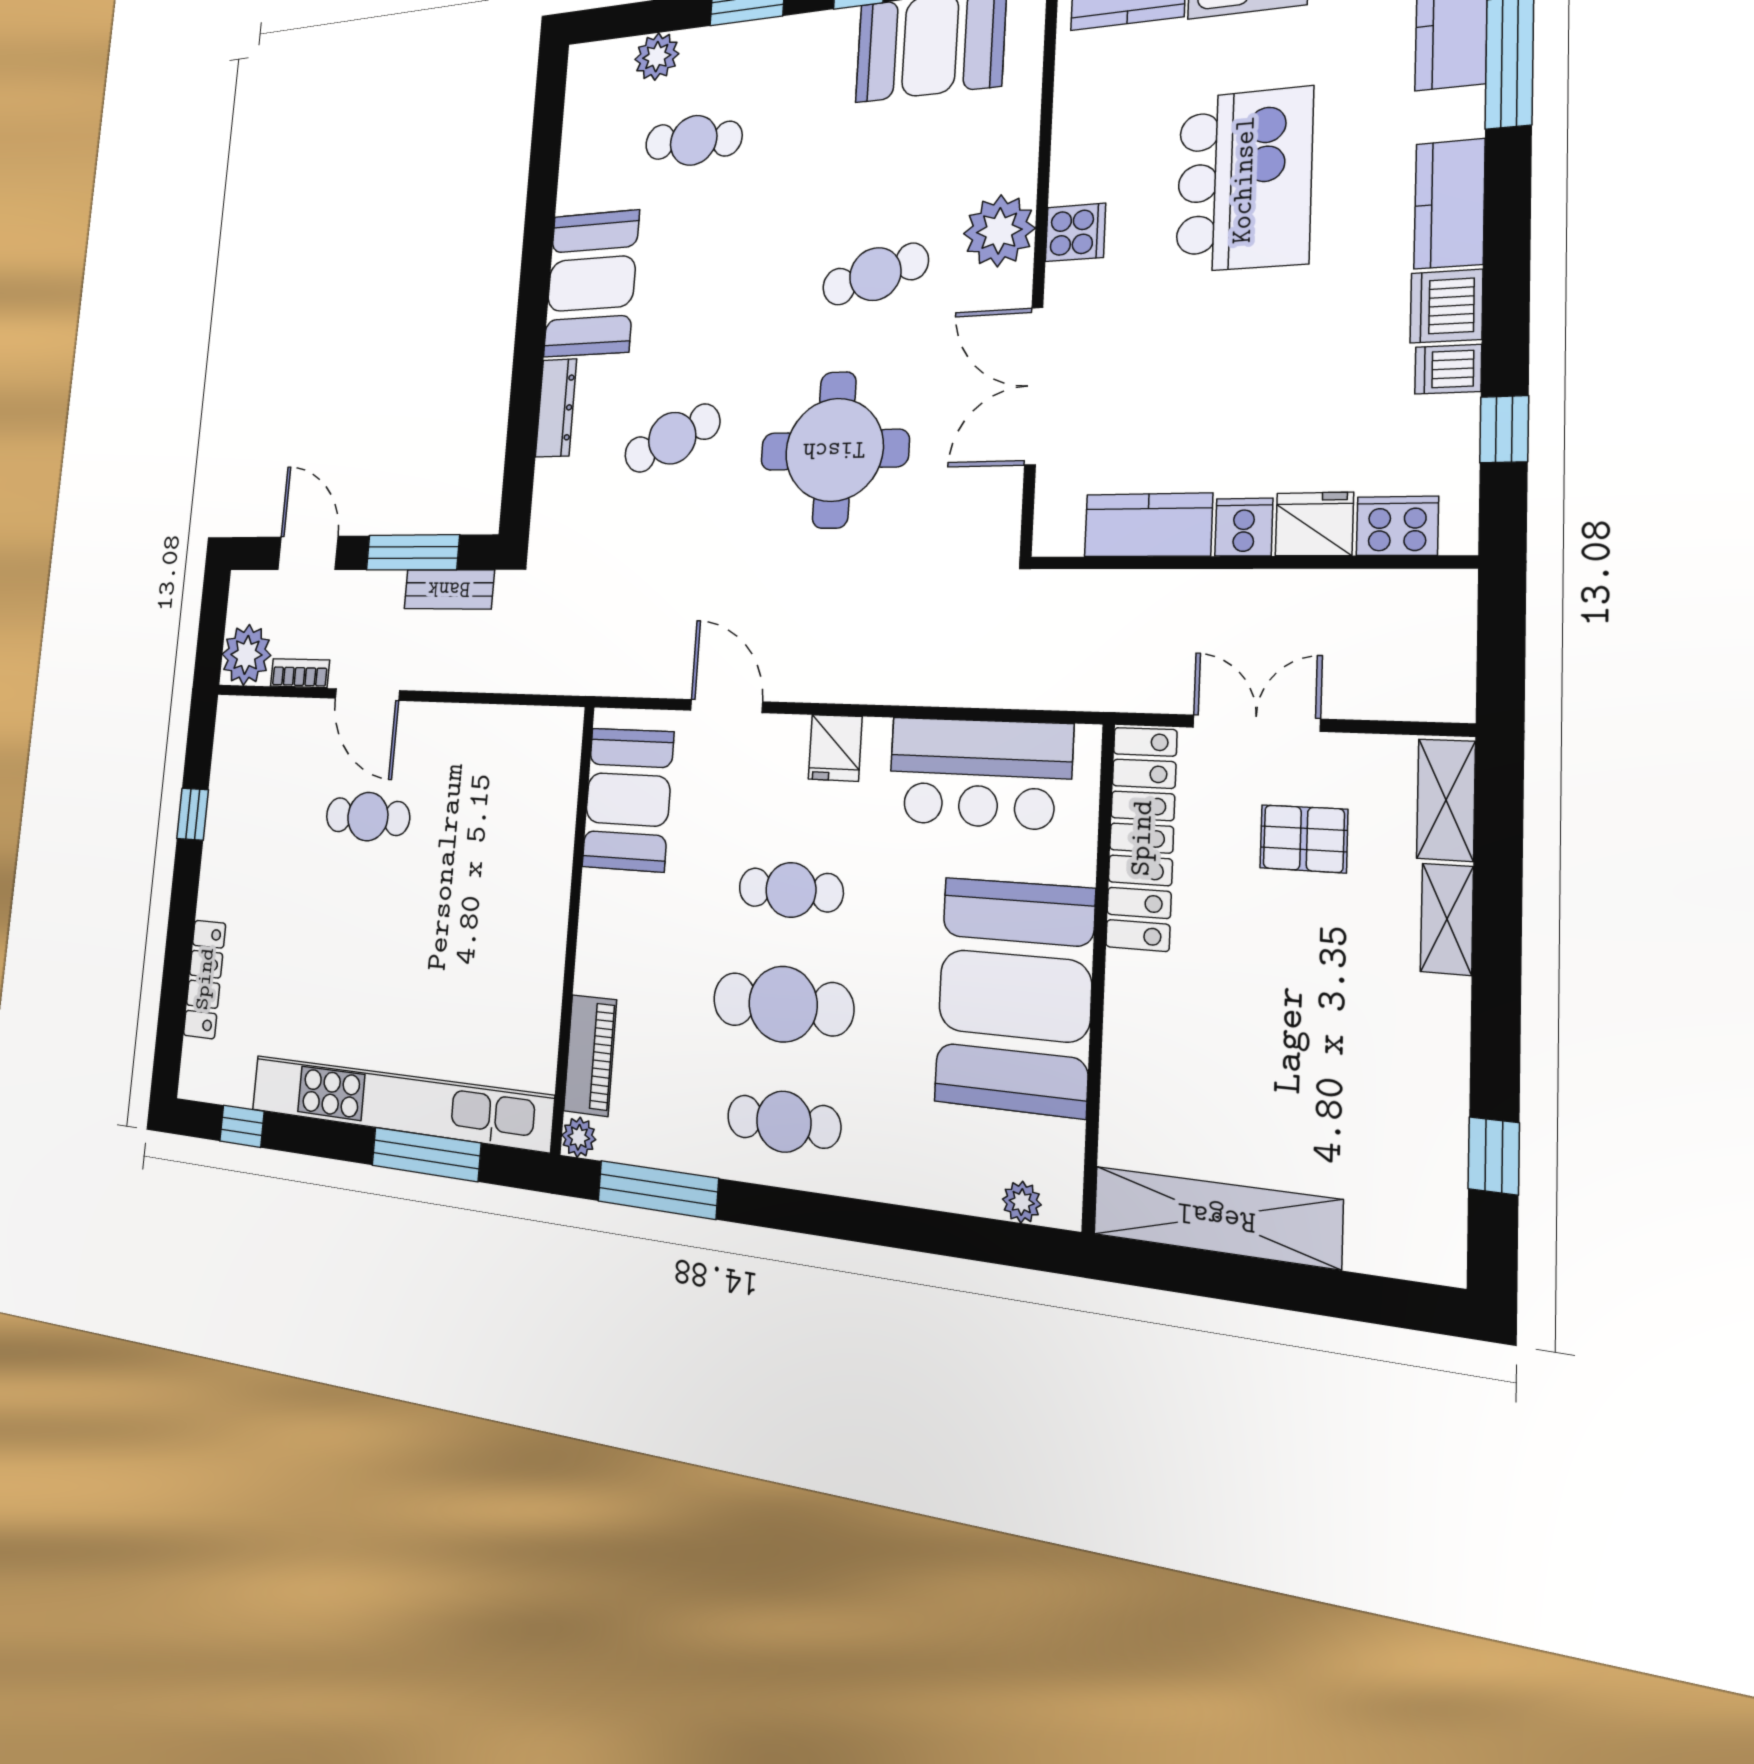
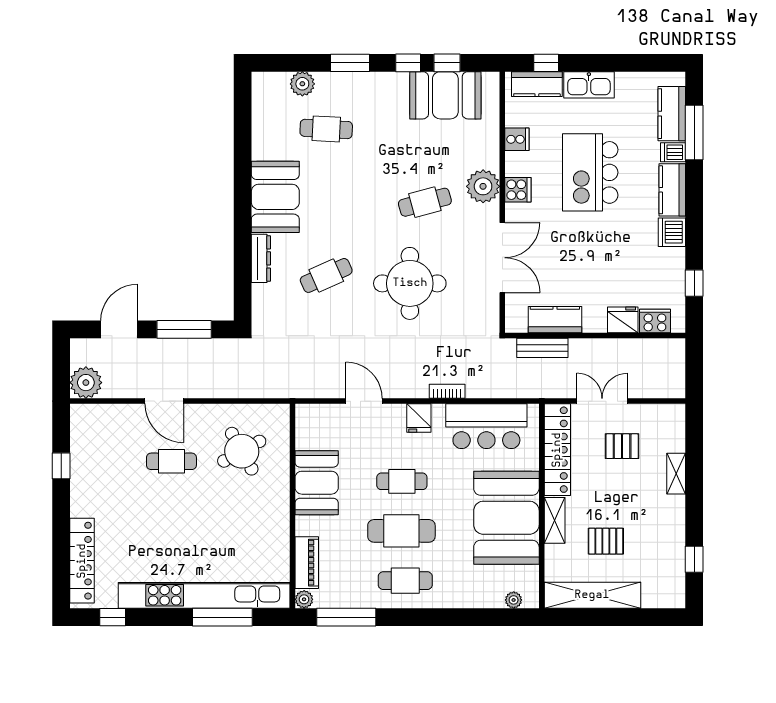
kitchen island: (1244, 180) -> (590, 172), turned 180
dishwasher: (1448, 369) -> (673, 152), moved
double door: (1034, 386) -> (502, 258), swing flipped
cooker: (1244, 527) -> (517, 139), moved, turned 90
door: (308, 553) -> (119, 329), hinge flipped
bench: (449, 589) -> (542, 348), moved
bookcase: (300, 673) -> (447, 391), moved
booth: (628, 799) -> (317, 483), moved
shelving: (1446, 800) -> (555, 520), moved
round table: (490, 803) -> (242, 451), added
locker: (205, 979) -> (82, 561), width x1.41, depth x1.21
pallet: (1255, 1080) -> (606, 541), added

